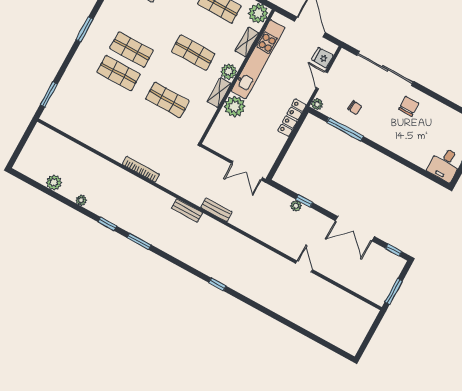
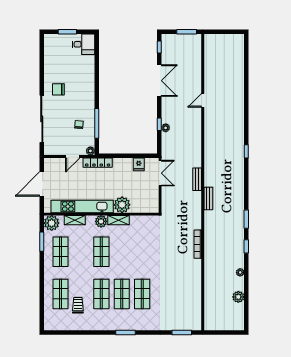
fridge: (322, 58) -> (139, 164), moved
shop shelf: (167, 100) -> (101, 294), moved
locker: (292, 118) -> (98, 163), moved

